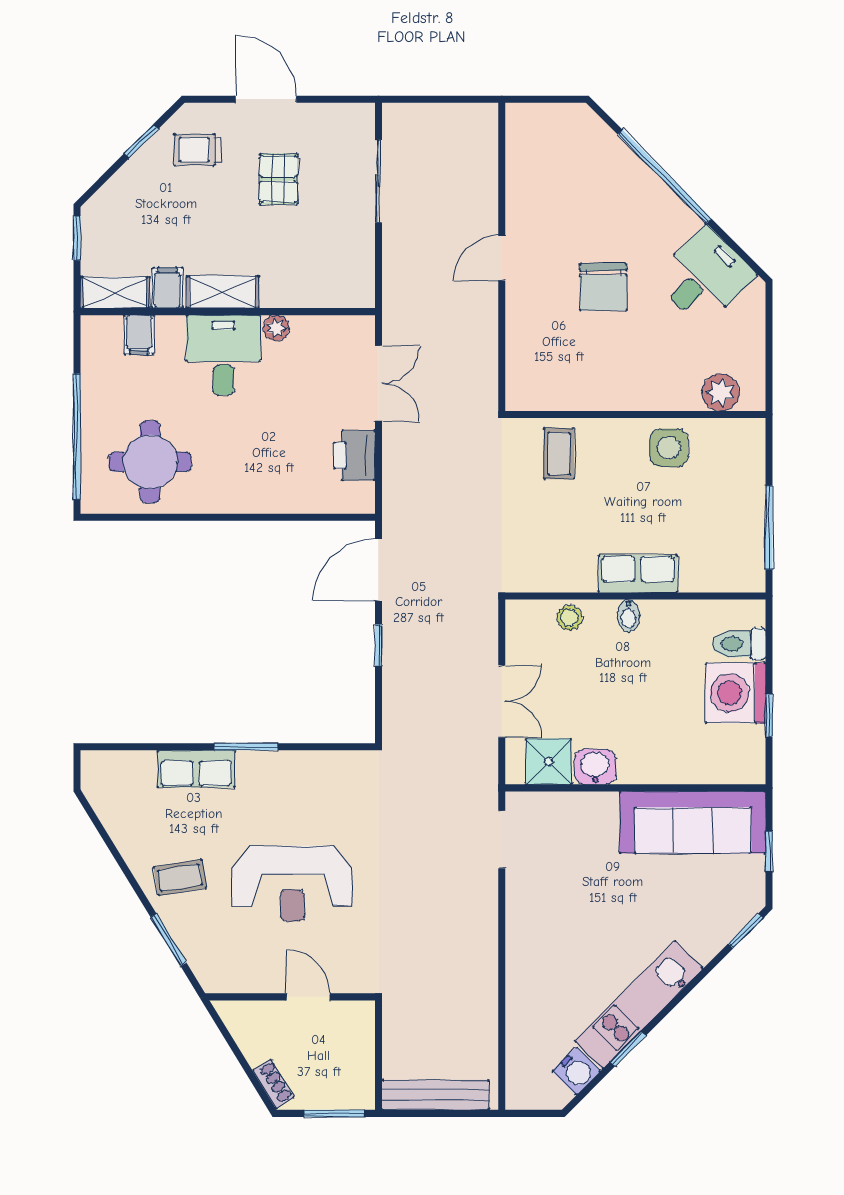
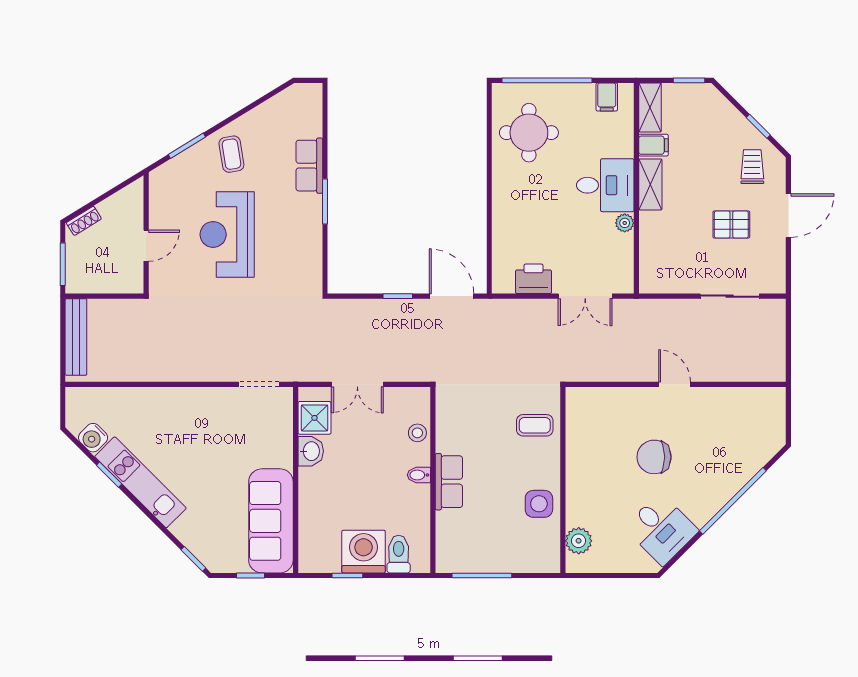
filing cabinet: (139, 335) -> (607, 97), moved, turned -90

